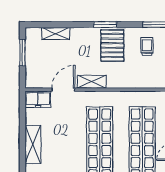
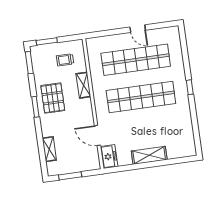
pallet: (112, 45) -> (53, 98), turned 90
trolley: (147, 47) -> (65, 60), moved
shelving: (92, 82) -> (83, 85), moved

